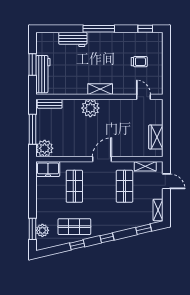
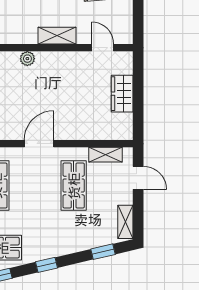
shelving: (100, 89) -> (57, 36), moved
plant: (90, 108) -> (27, 59), width x0.53, depth x0.53
wardrobe: (156, 137) -> (122, 94), moved

